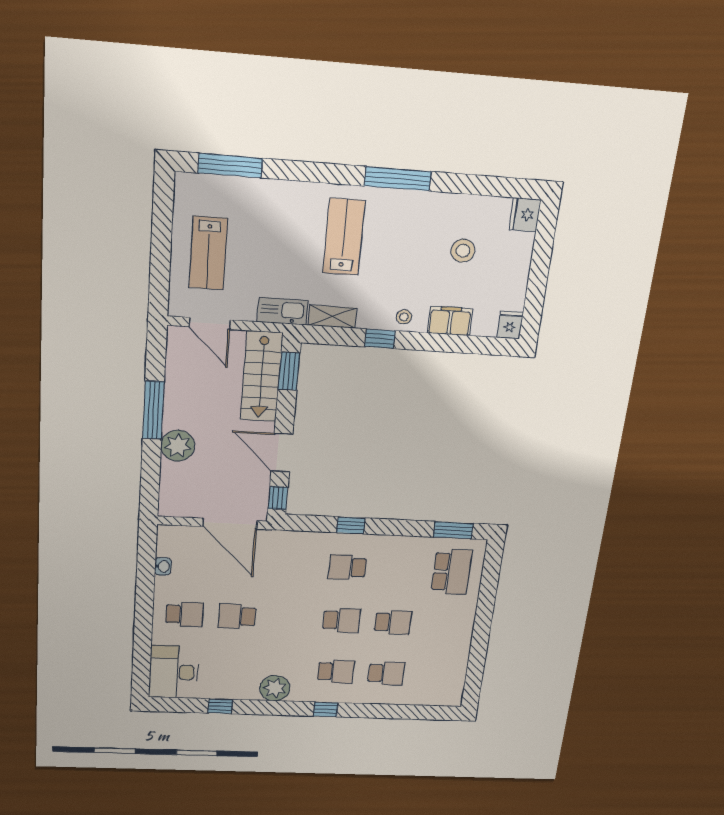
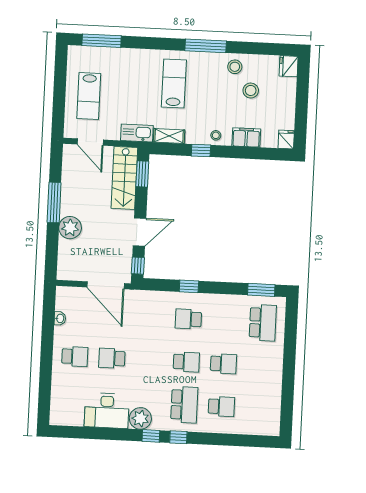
stool: (441, 213) -> (235, 67), added
door: (282, 453) -> (140, 232), swing flipped
desk: (174, 672) -> (107, 411), moved, turned -90
school desk: (336, 672) -> (184, 405), width x1.85
window: (220, 706) -> (151, 436), moved

